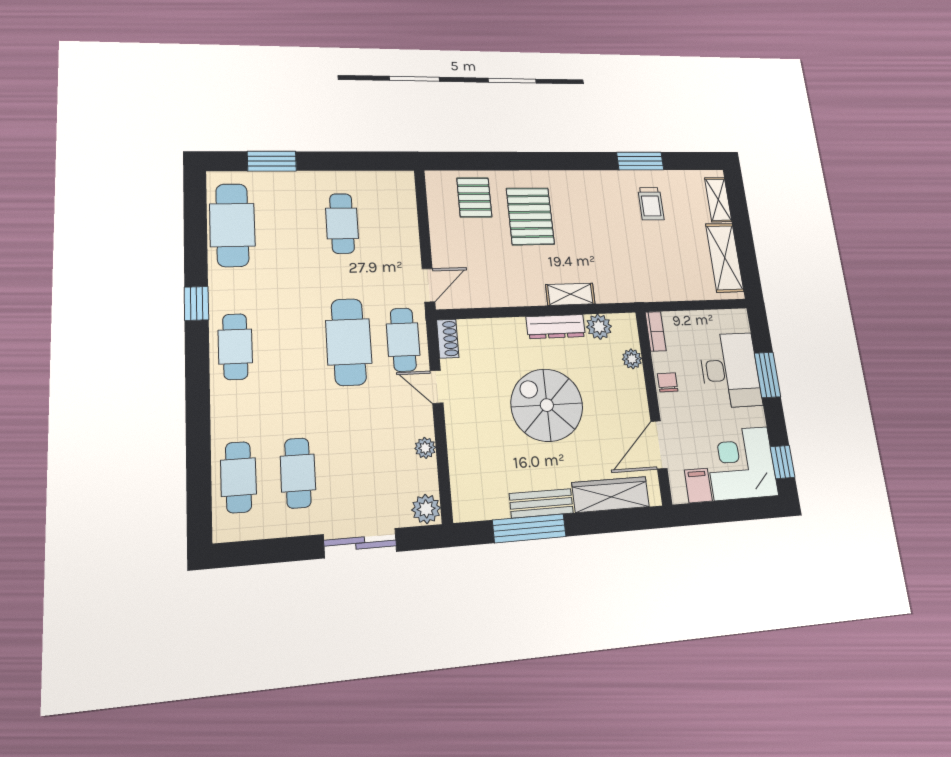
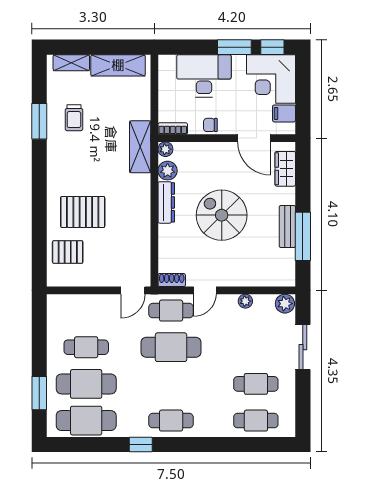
trolley: (651, 204) -> (74, 118), turned 90
cafe table: (288, 224) -> (86, 384), added
door: (428, 285) -> (133, 290), swing flipped
shelving: (570, 294) -> (140, 147), moved, width x1.50, depth x1.33
plant: (632, 359) -> (165, 149), moved
window: (767, 375) -> (234, 47), moved
spiral stairs: (547, 405) -> (222, 215), turned 90
wardrobe: (611, 494) -> (285, 169), width x0.67

